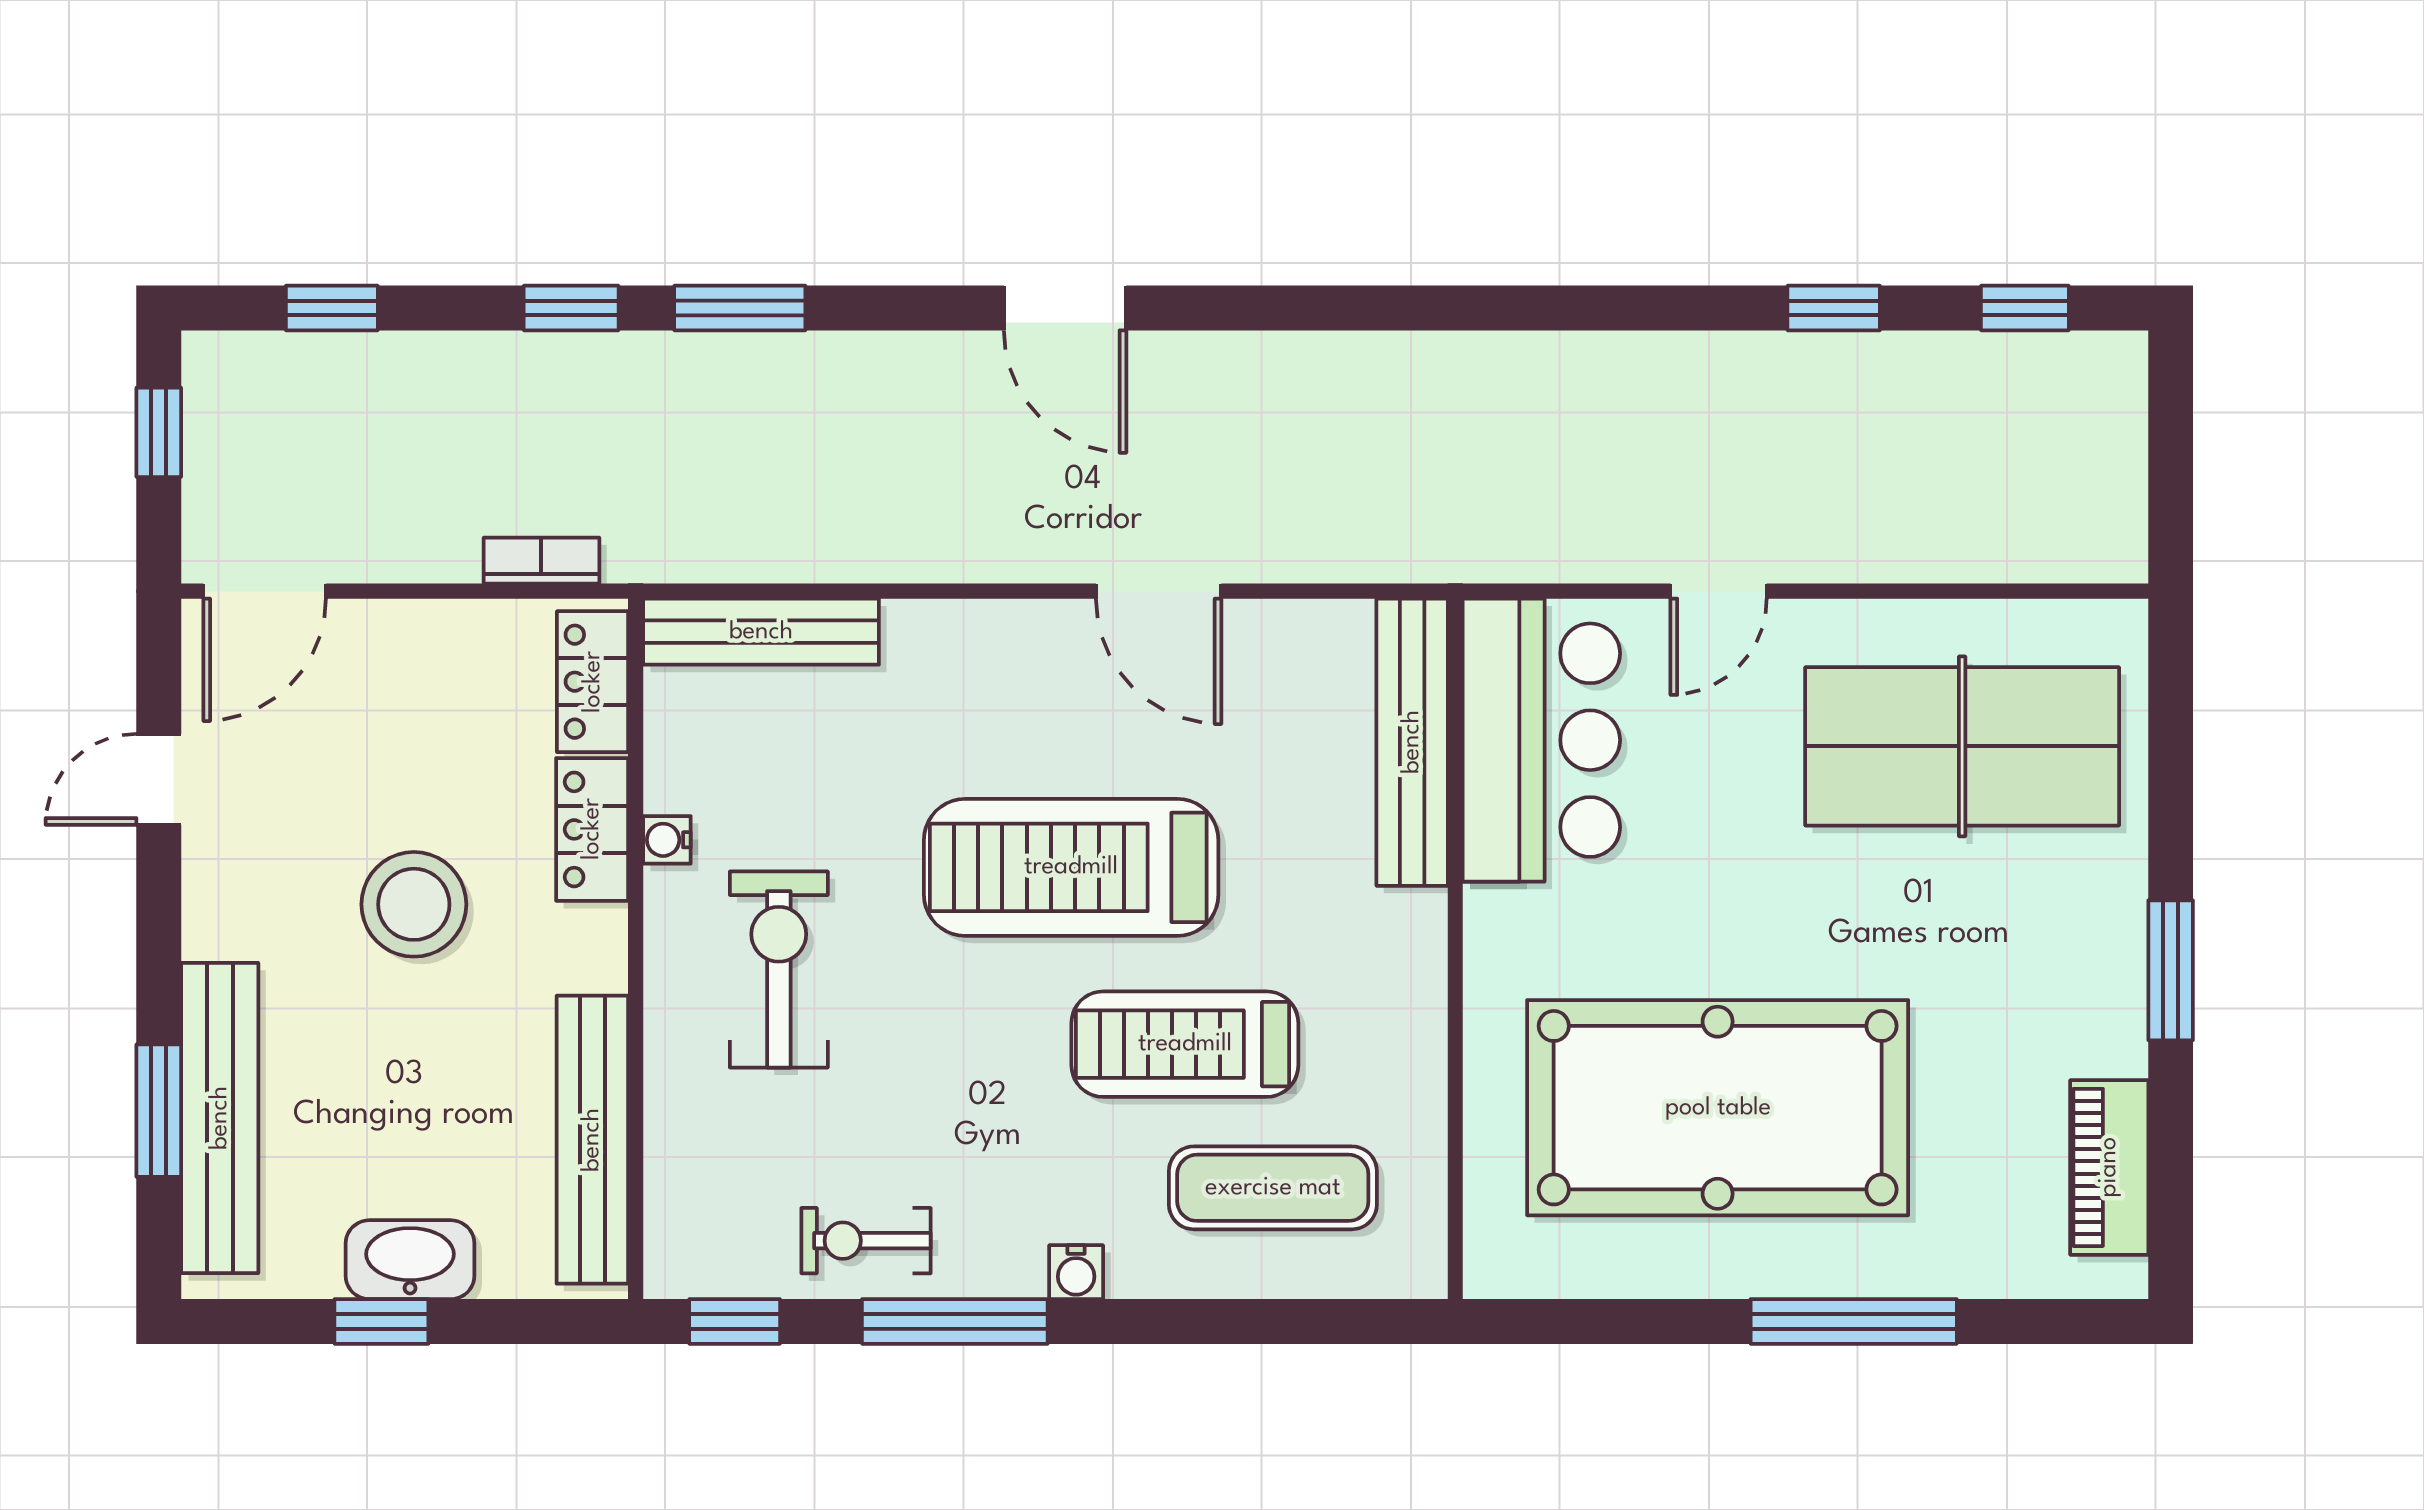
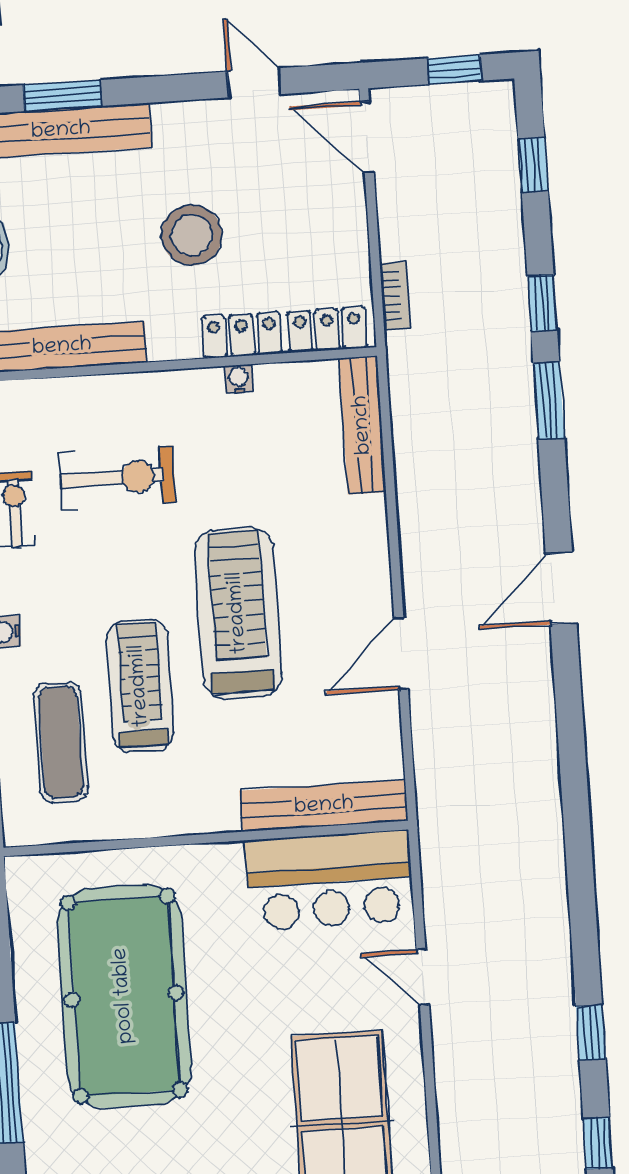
exercise bike: (779, 970) -> (117, 478), moved

